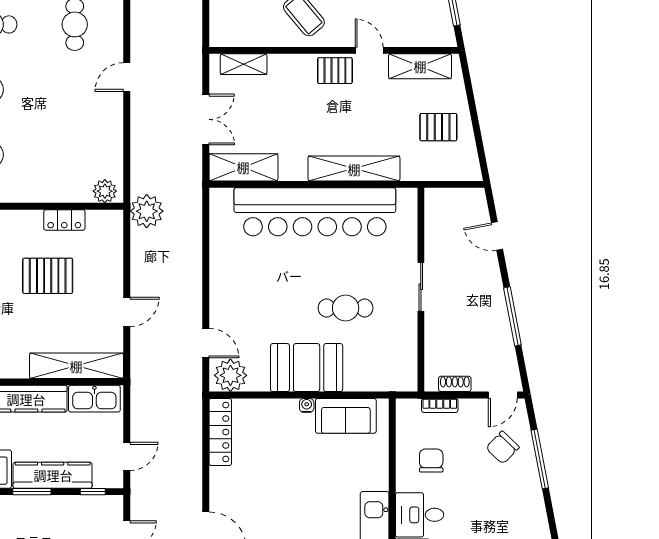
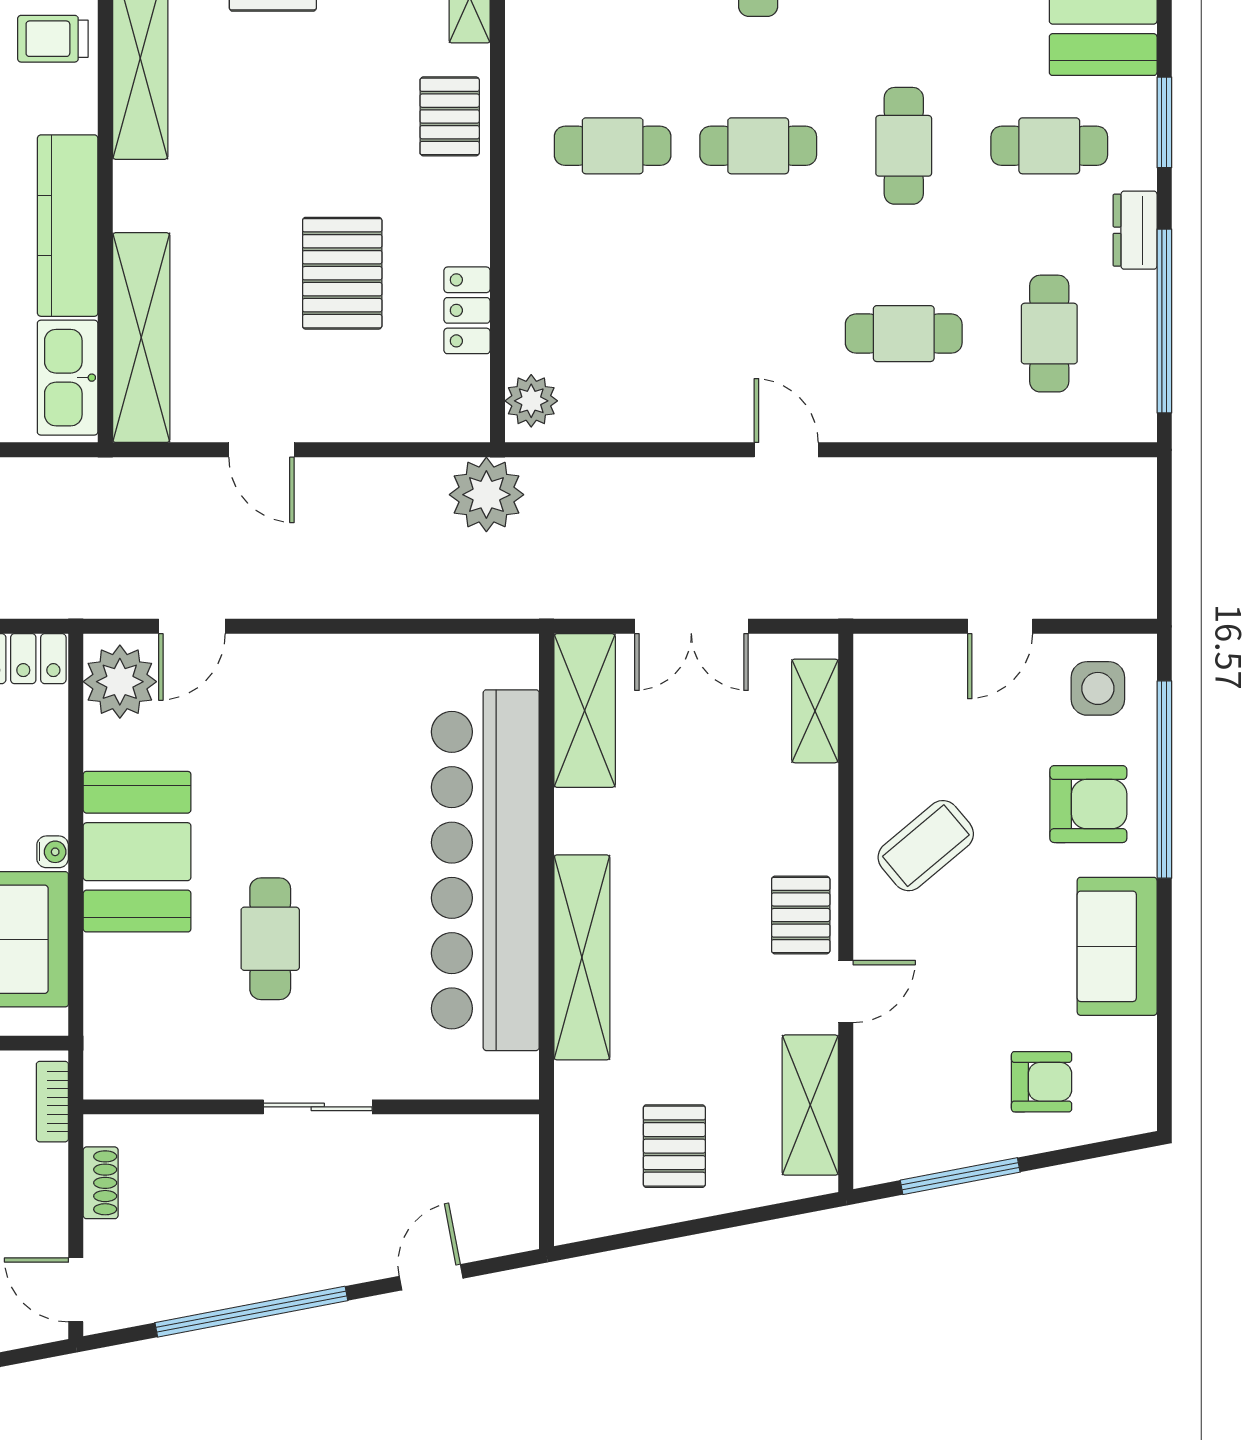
window: (512, 316) -> (251, 1312), width x1.46
bookcase: (440, 406) -> (52, 1102), moved

